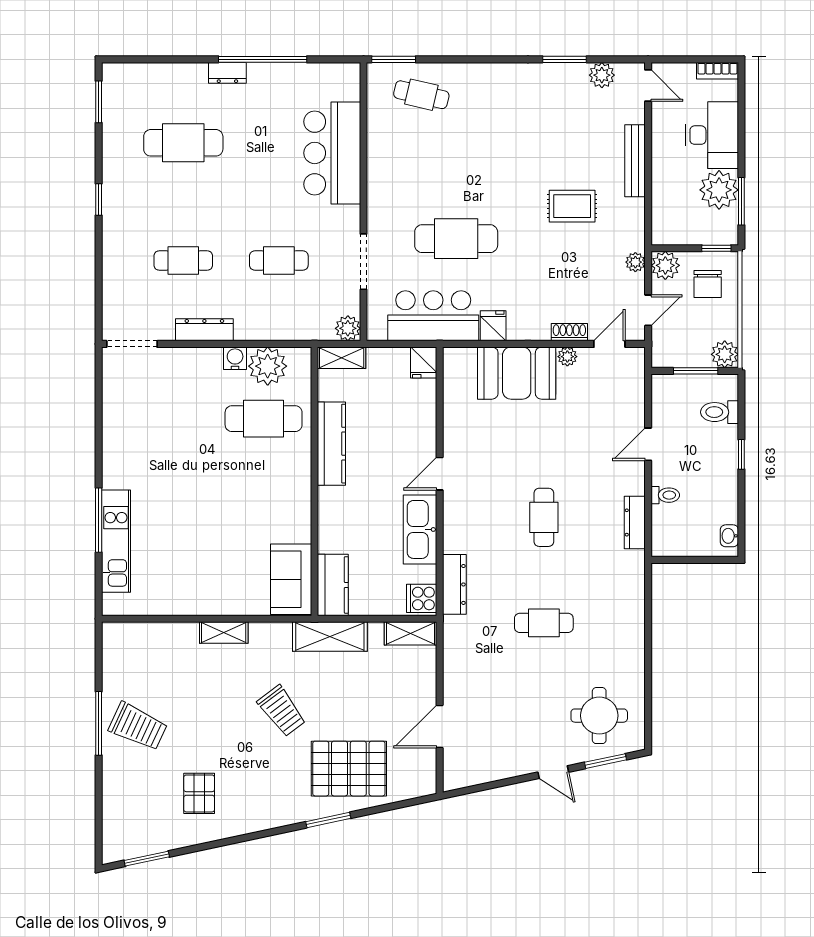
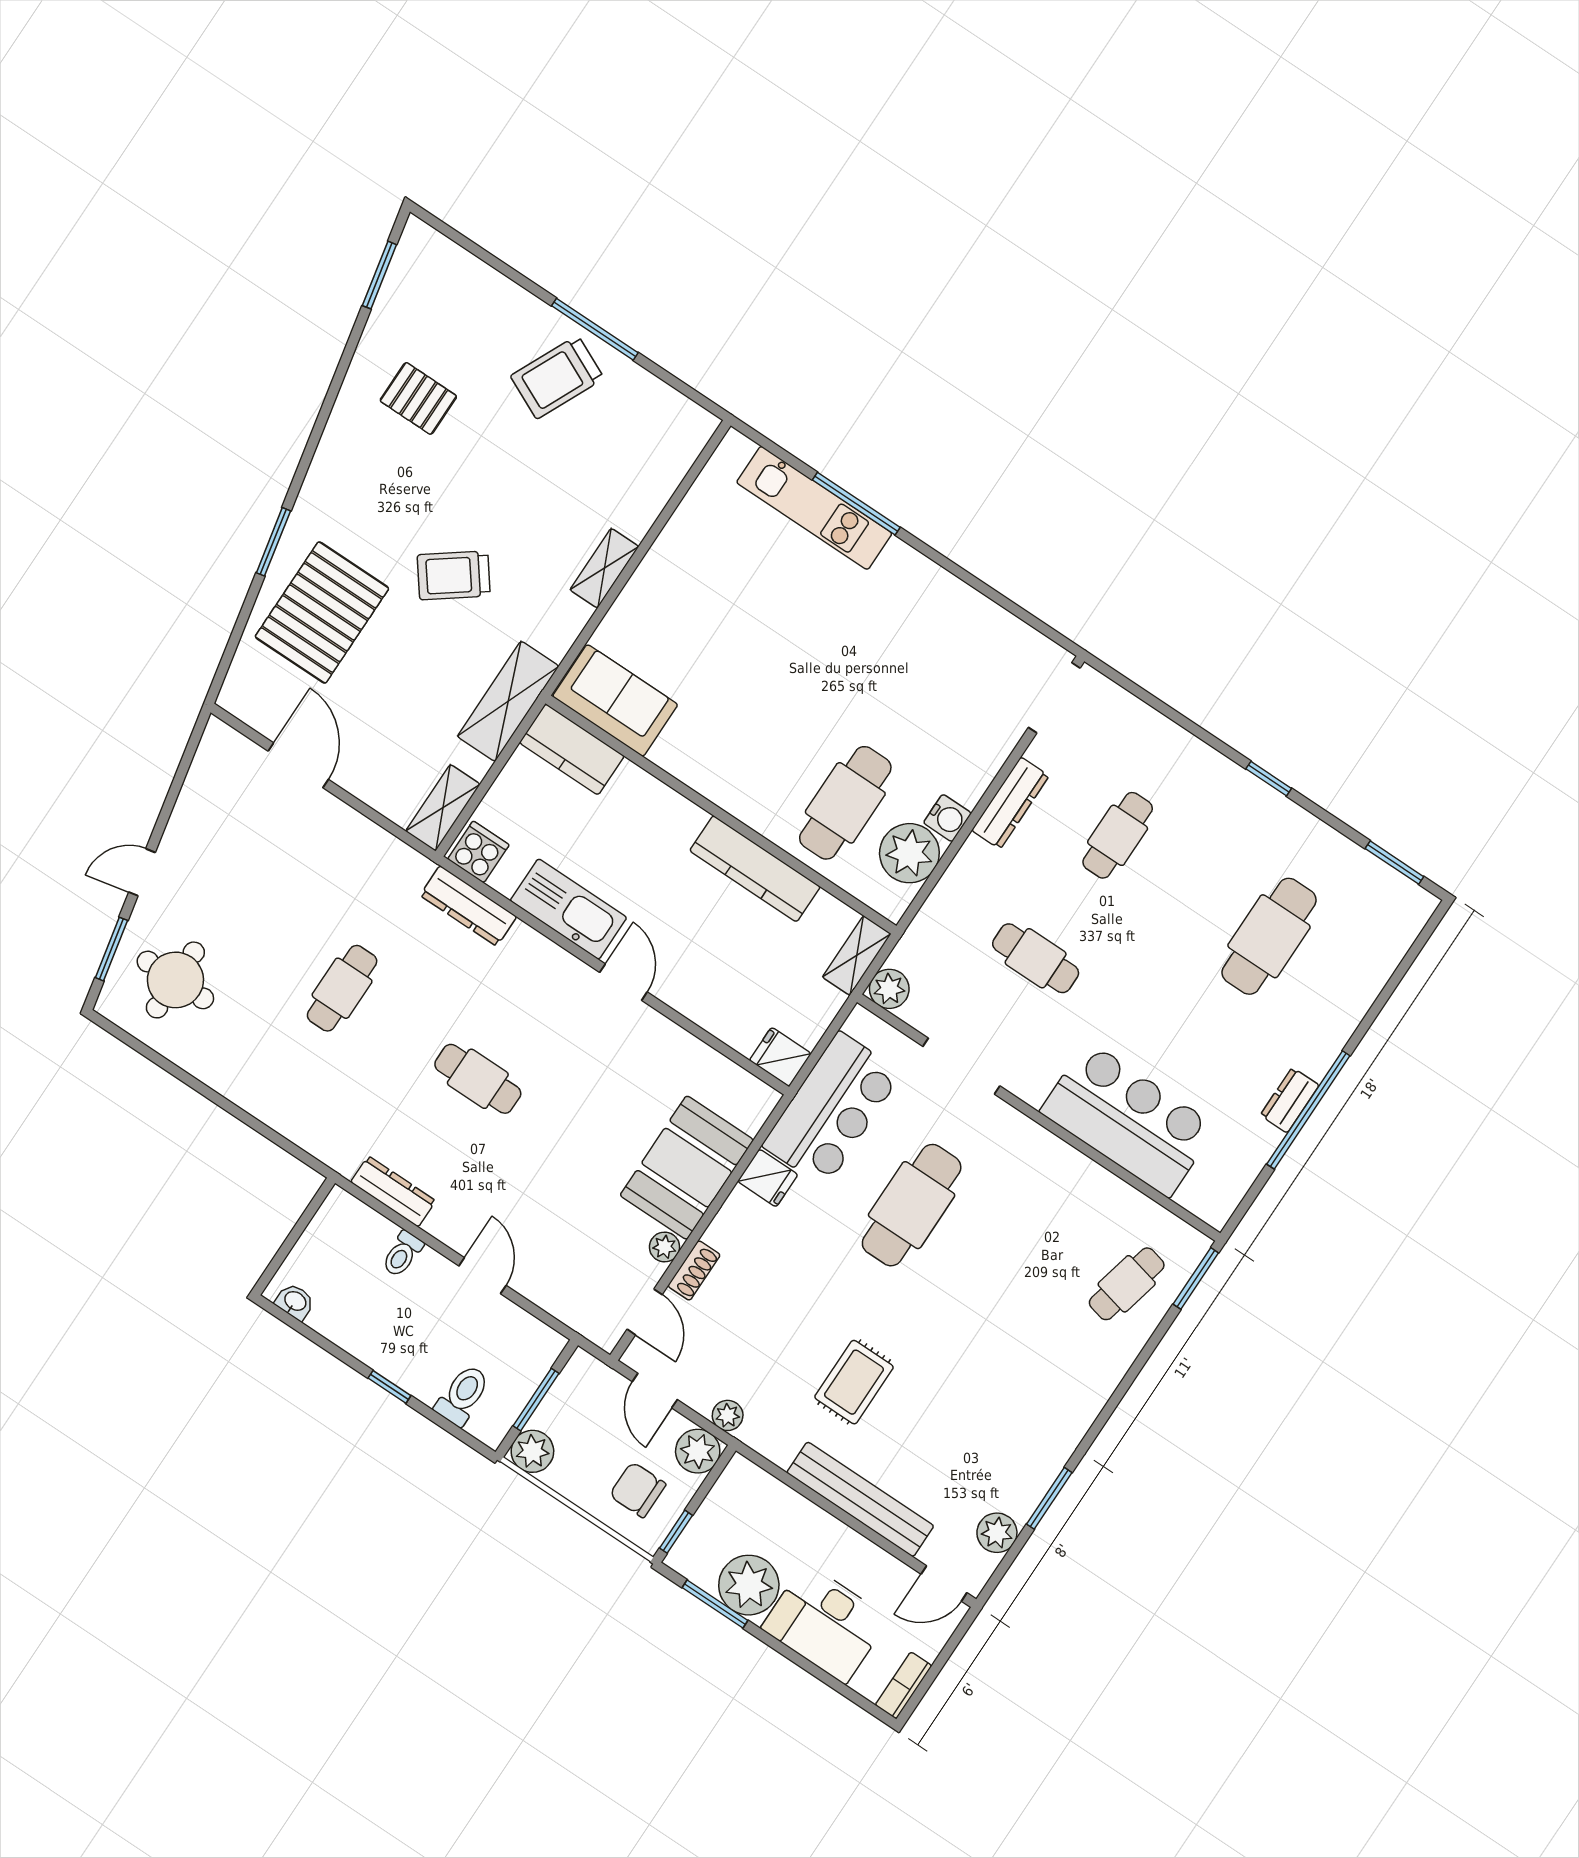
dresser: (227, 73) -> (1290, 1100), moved
bench: (635, 161) -> (860, 1499), width x1.37, depth x1.21
cafe table: (279, 261) -> (1036, 958), turned 90

